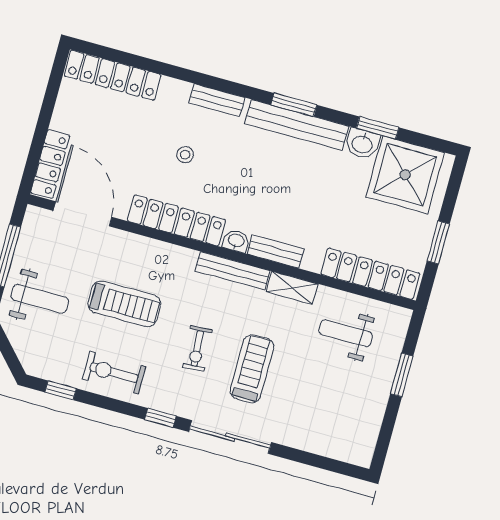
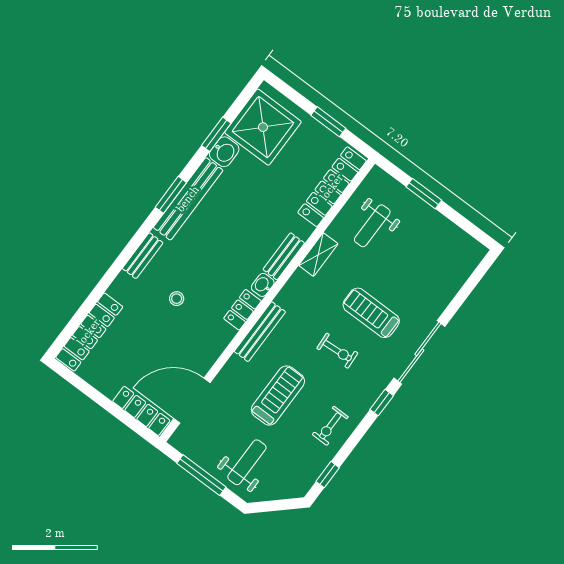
locker: (177, 220) -> (242, 310), width x0.46, depth x0.83
bench: (233, 271) -> (260, 332), moved
exercise bike: (114, 373) -> (330, 426), width x0.73, depth x0.72

